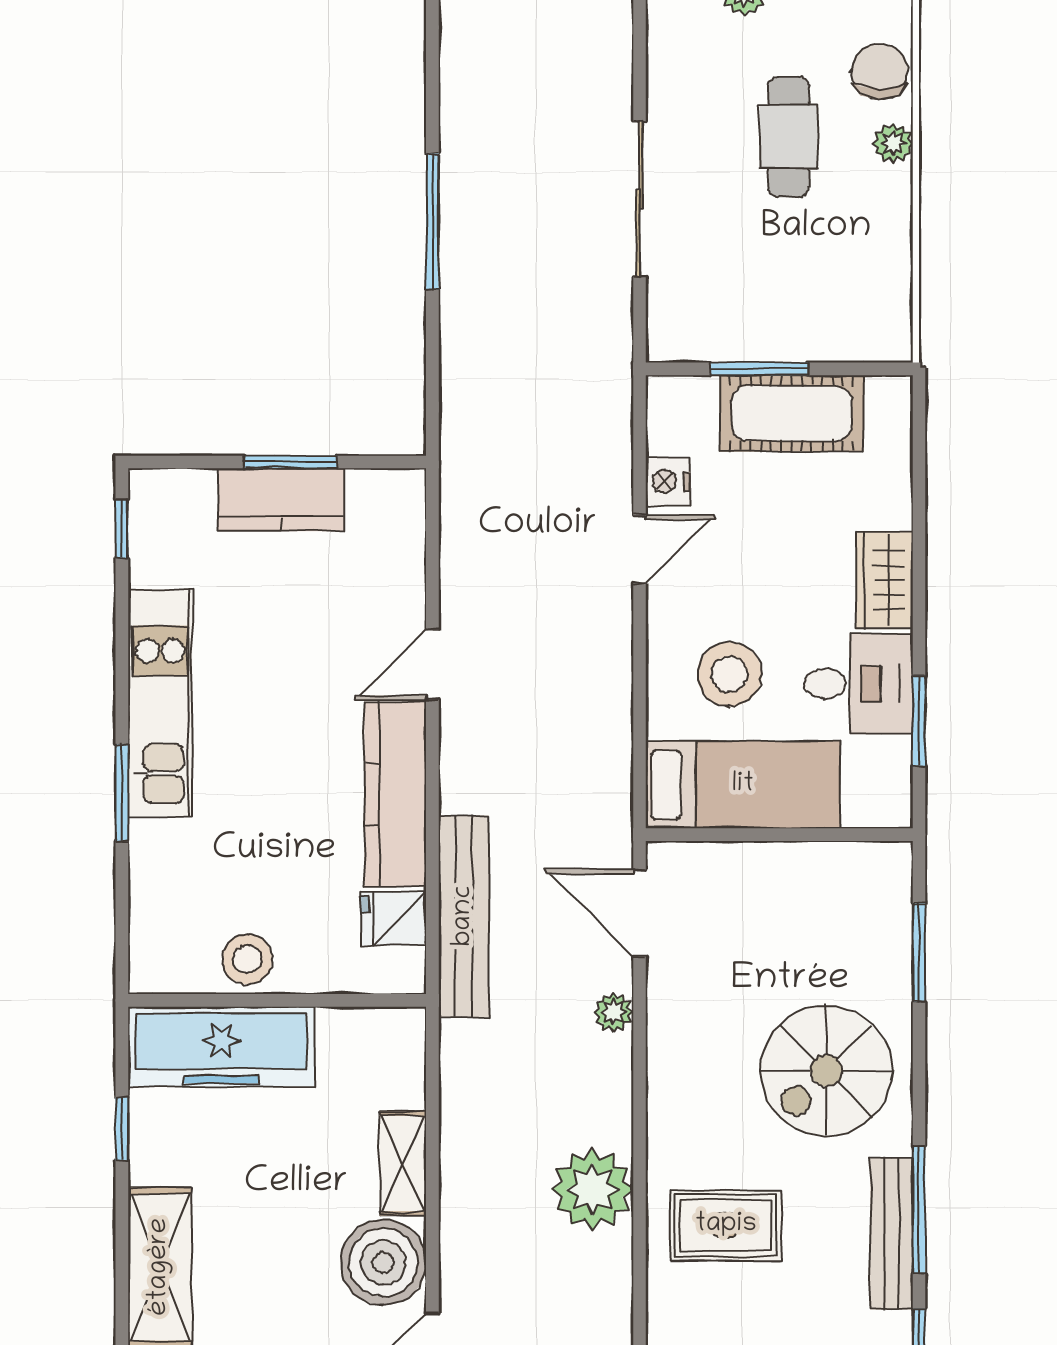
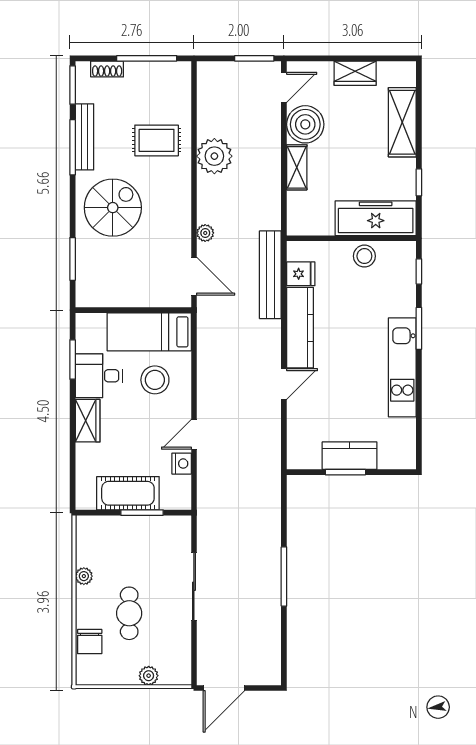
plant: (893, 143) -> (84, 576), moved
window: (122, 529) -> (419, 271), moved

